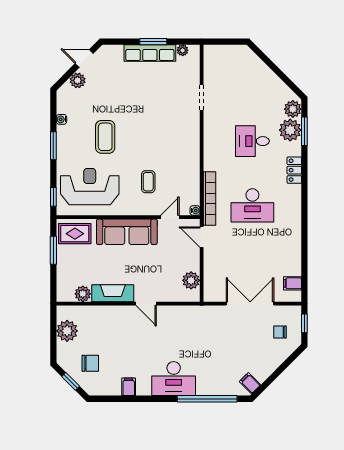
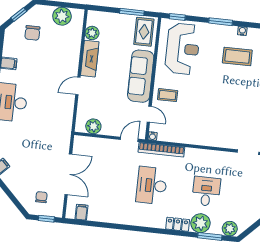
plant: (290, 130) -> (200, 223), moved
coffee table: (105, 137) -> (237, 56), moved
coffee table: (148, 182) -> (168, 95), moved

